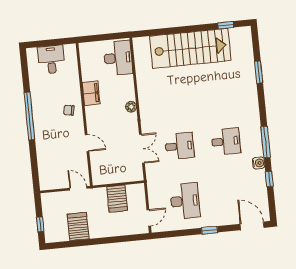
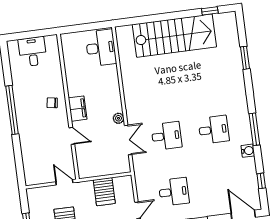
filing cabinet: (91, 93) -> (78, 109), moved
plant: (131, 107) -> (118, 118), moved
window: (269, 179) -> (261, 181), moved
desk: (185, 201) -> (174, 192), width x0.73

